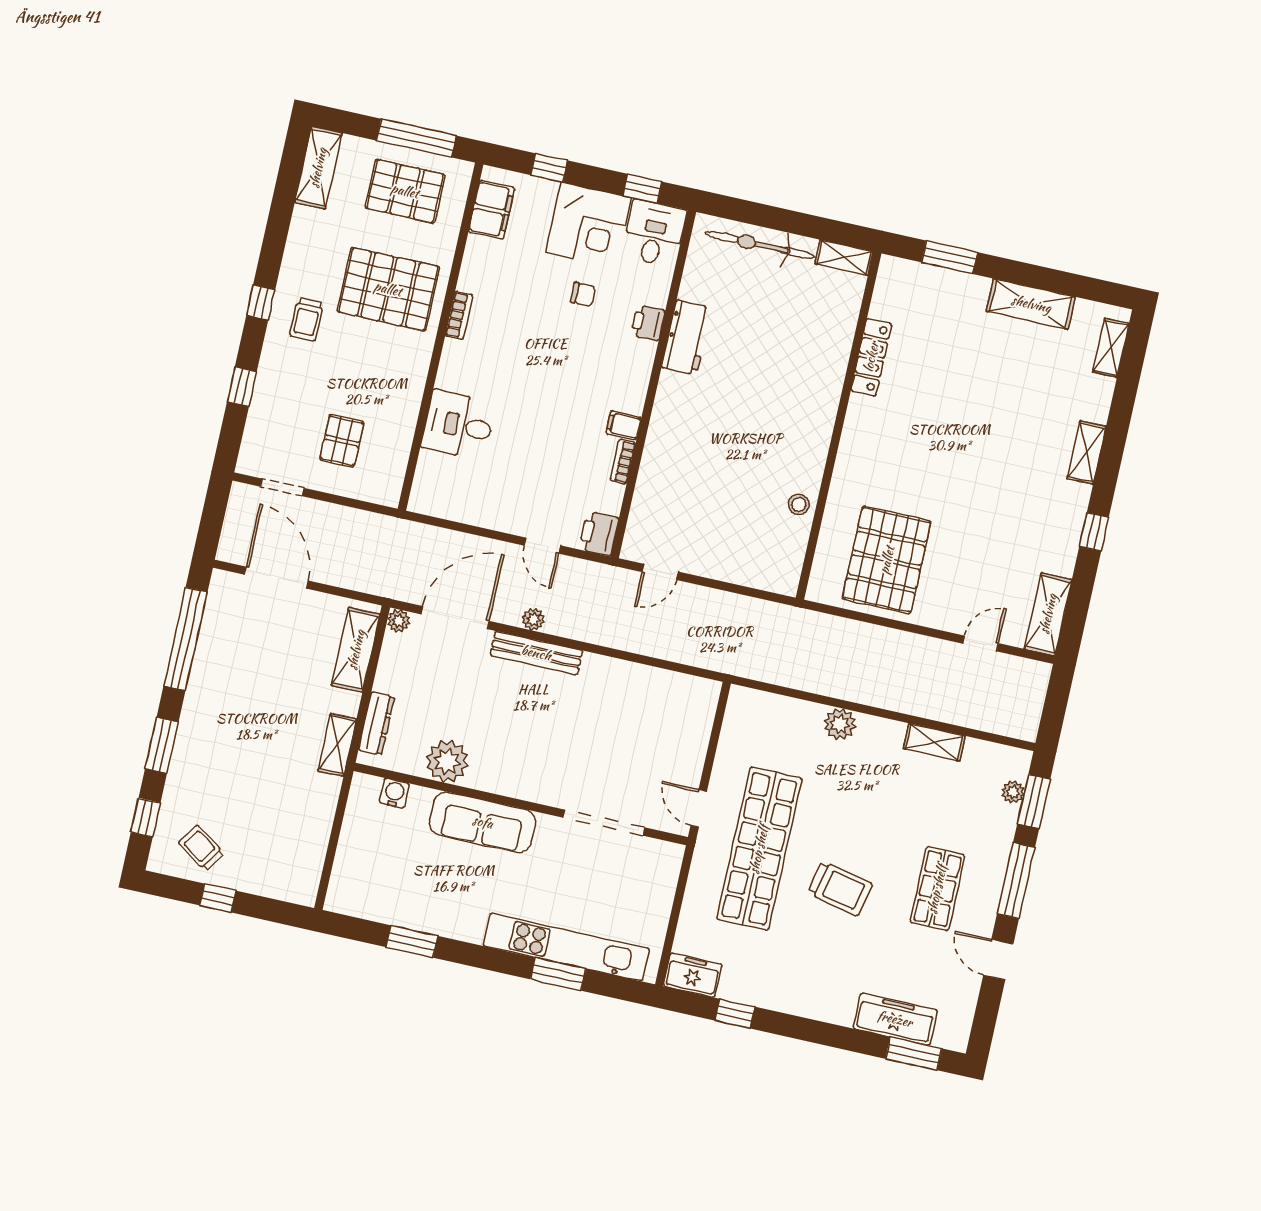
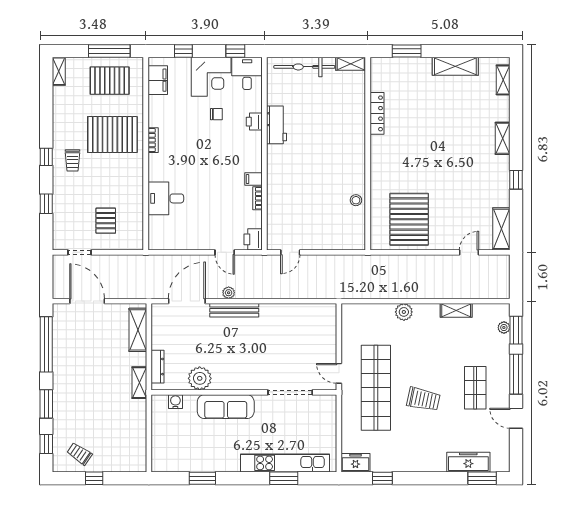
shelving: (318, 168) -> (59, 71), width x0.67, depth x0.75
plant: (399, 621) -> (157, 309), removed

